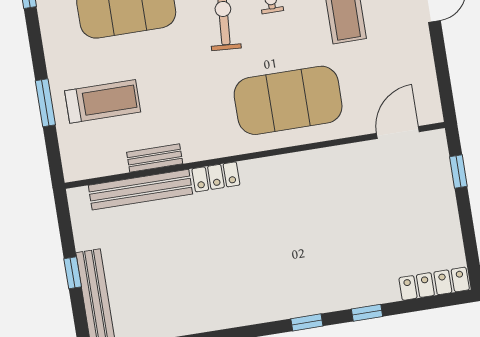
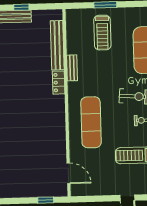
exercise mat: (288, 100) -> (91, 122), width x0.68
bench: (155, 158) -> (72, 68), moved

